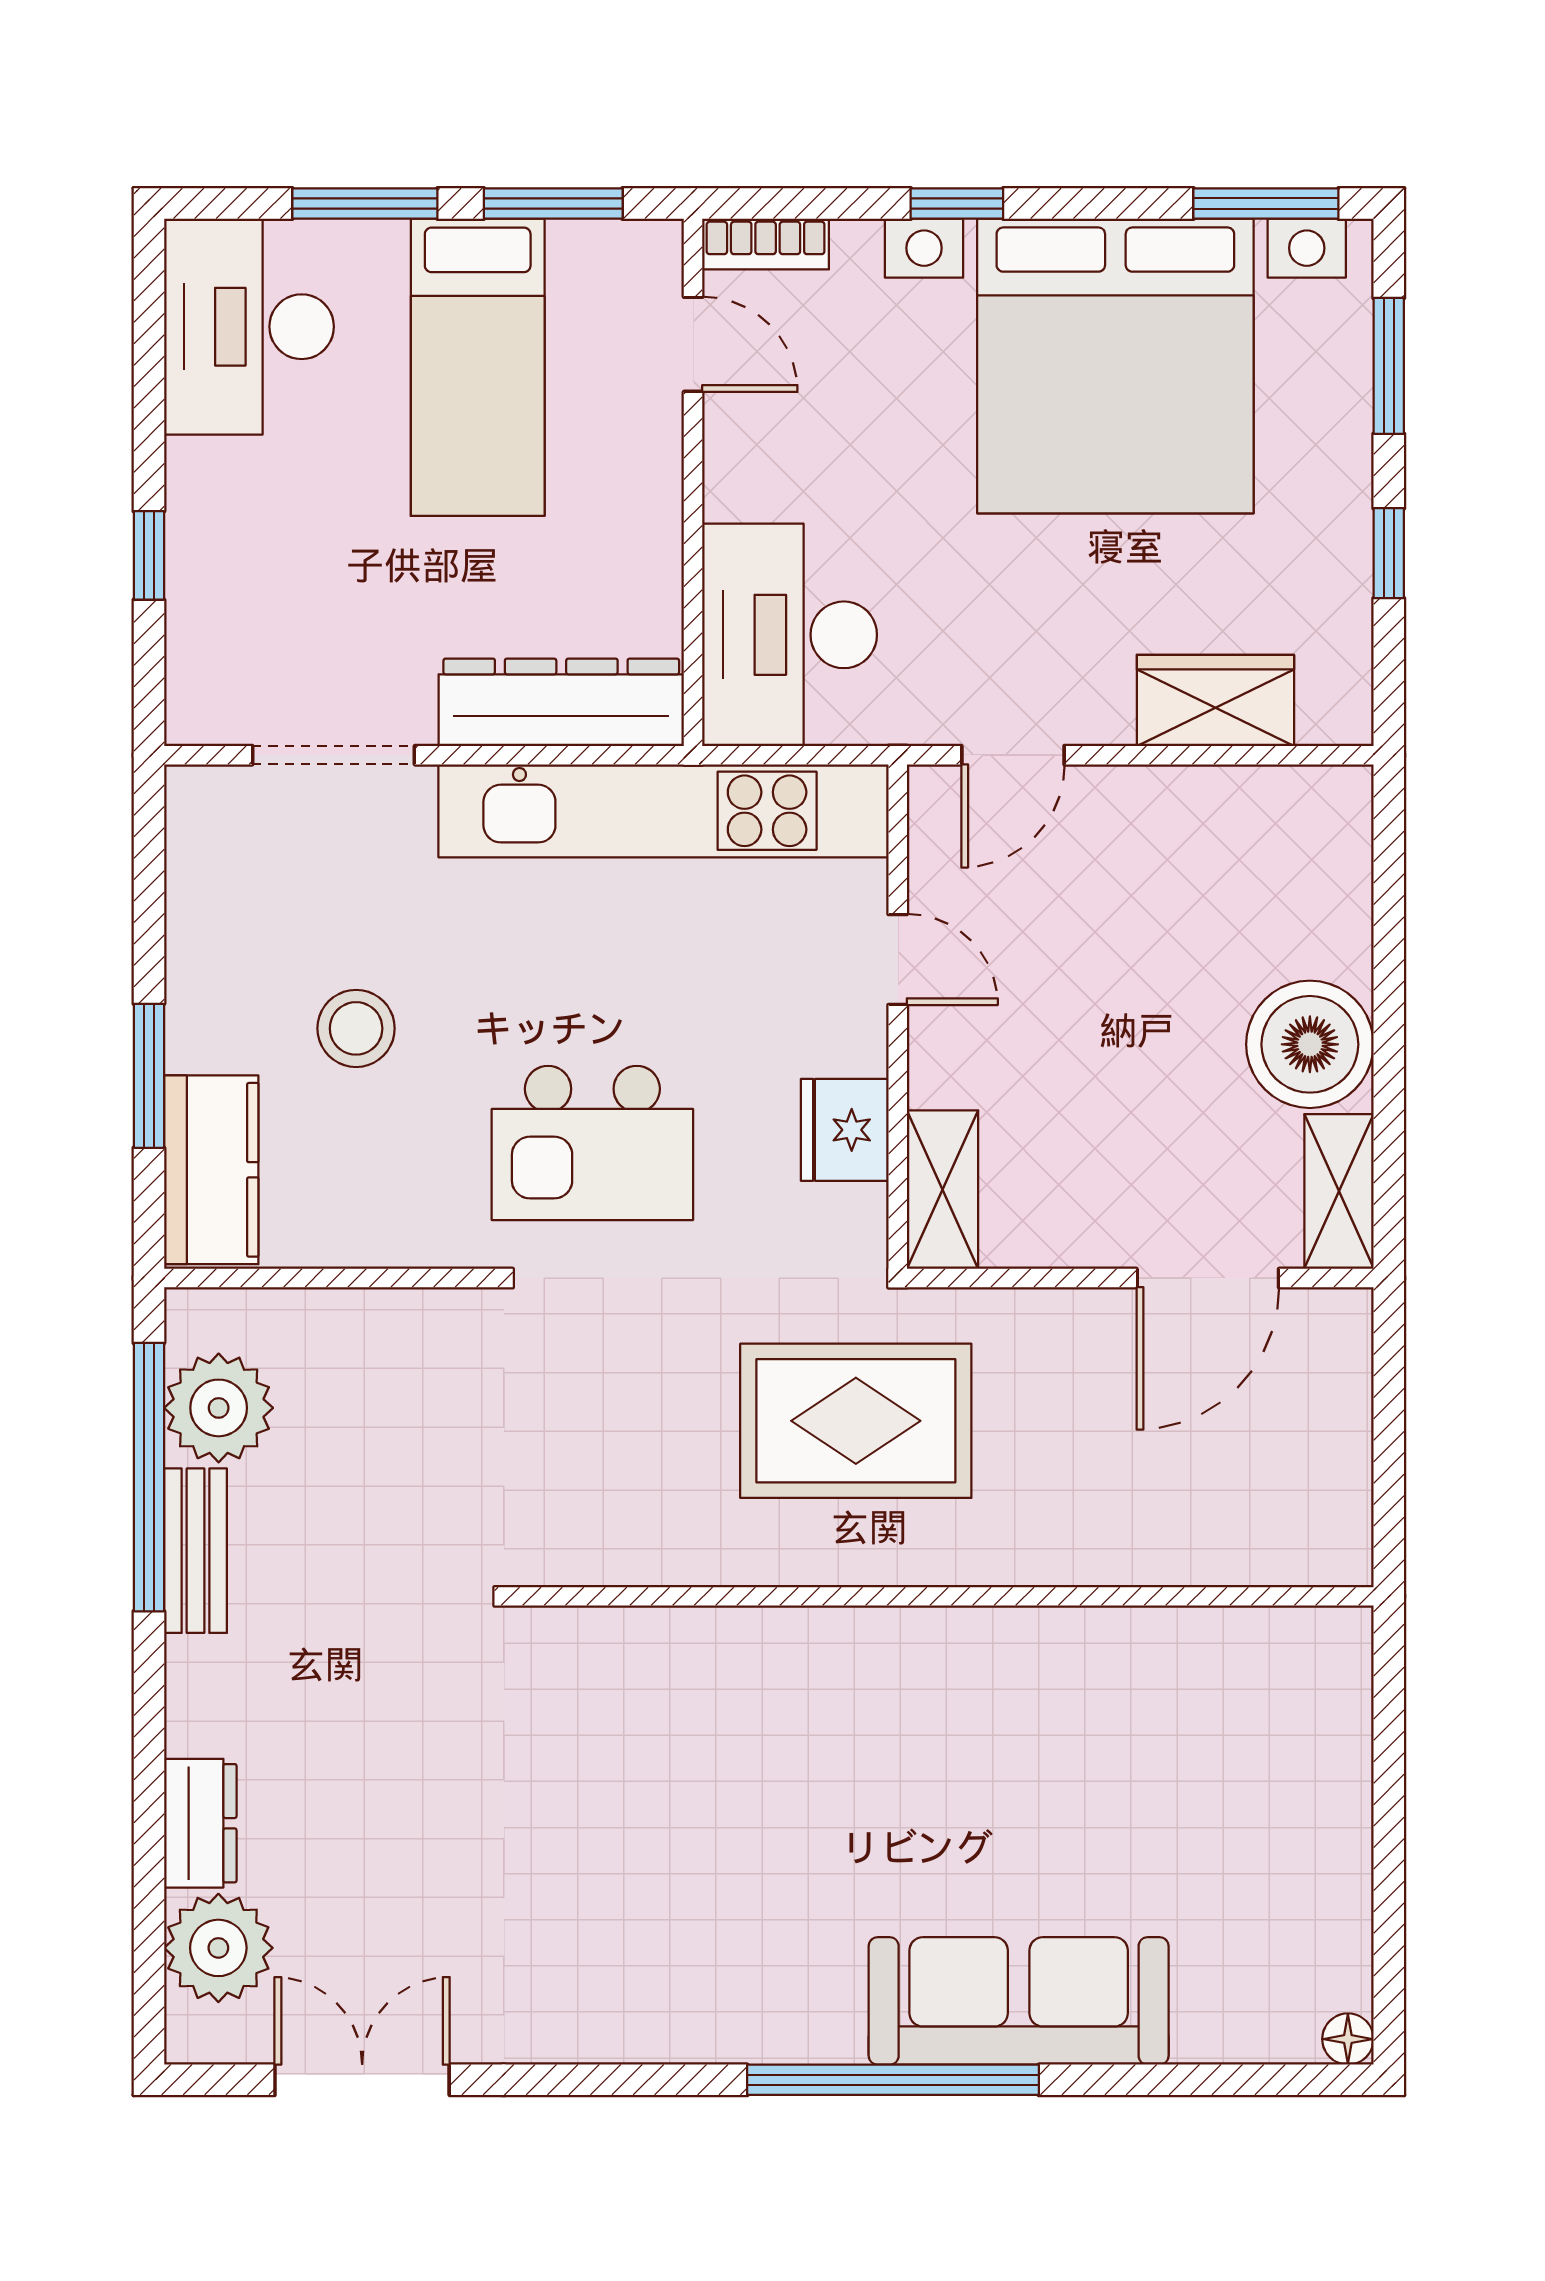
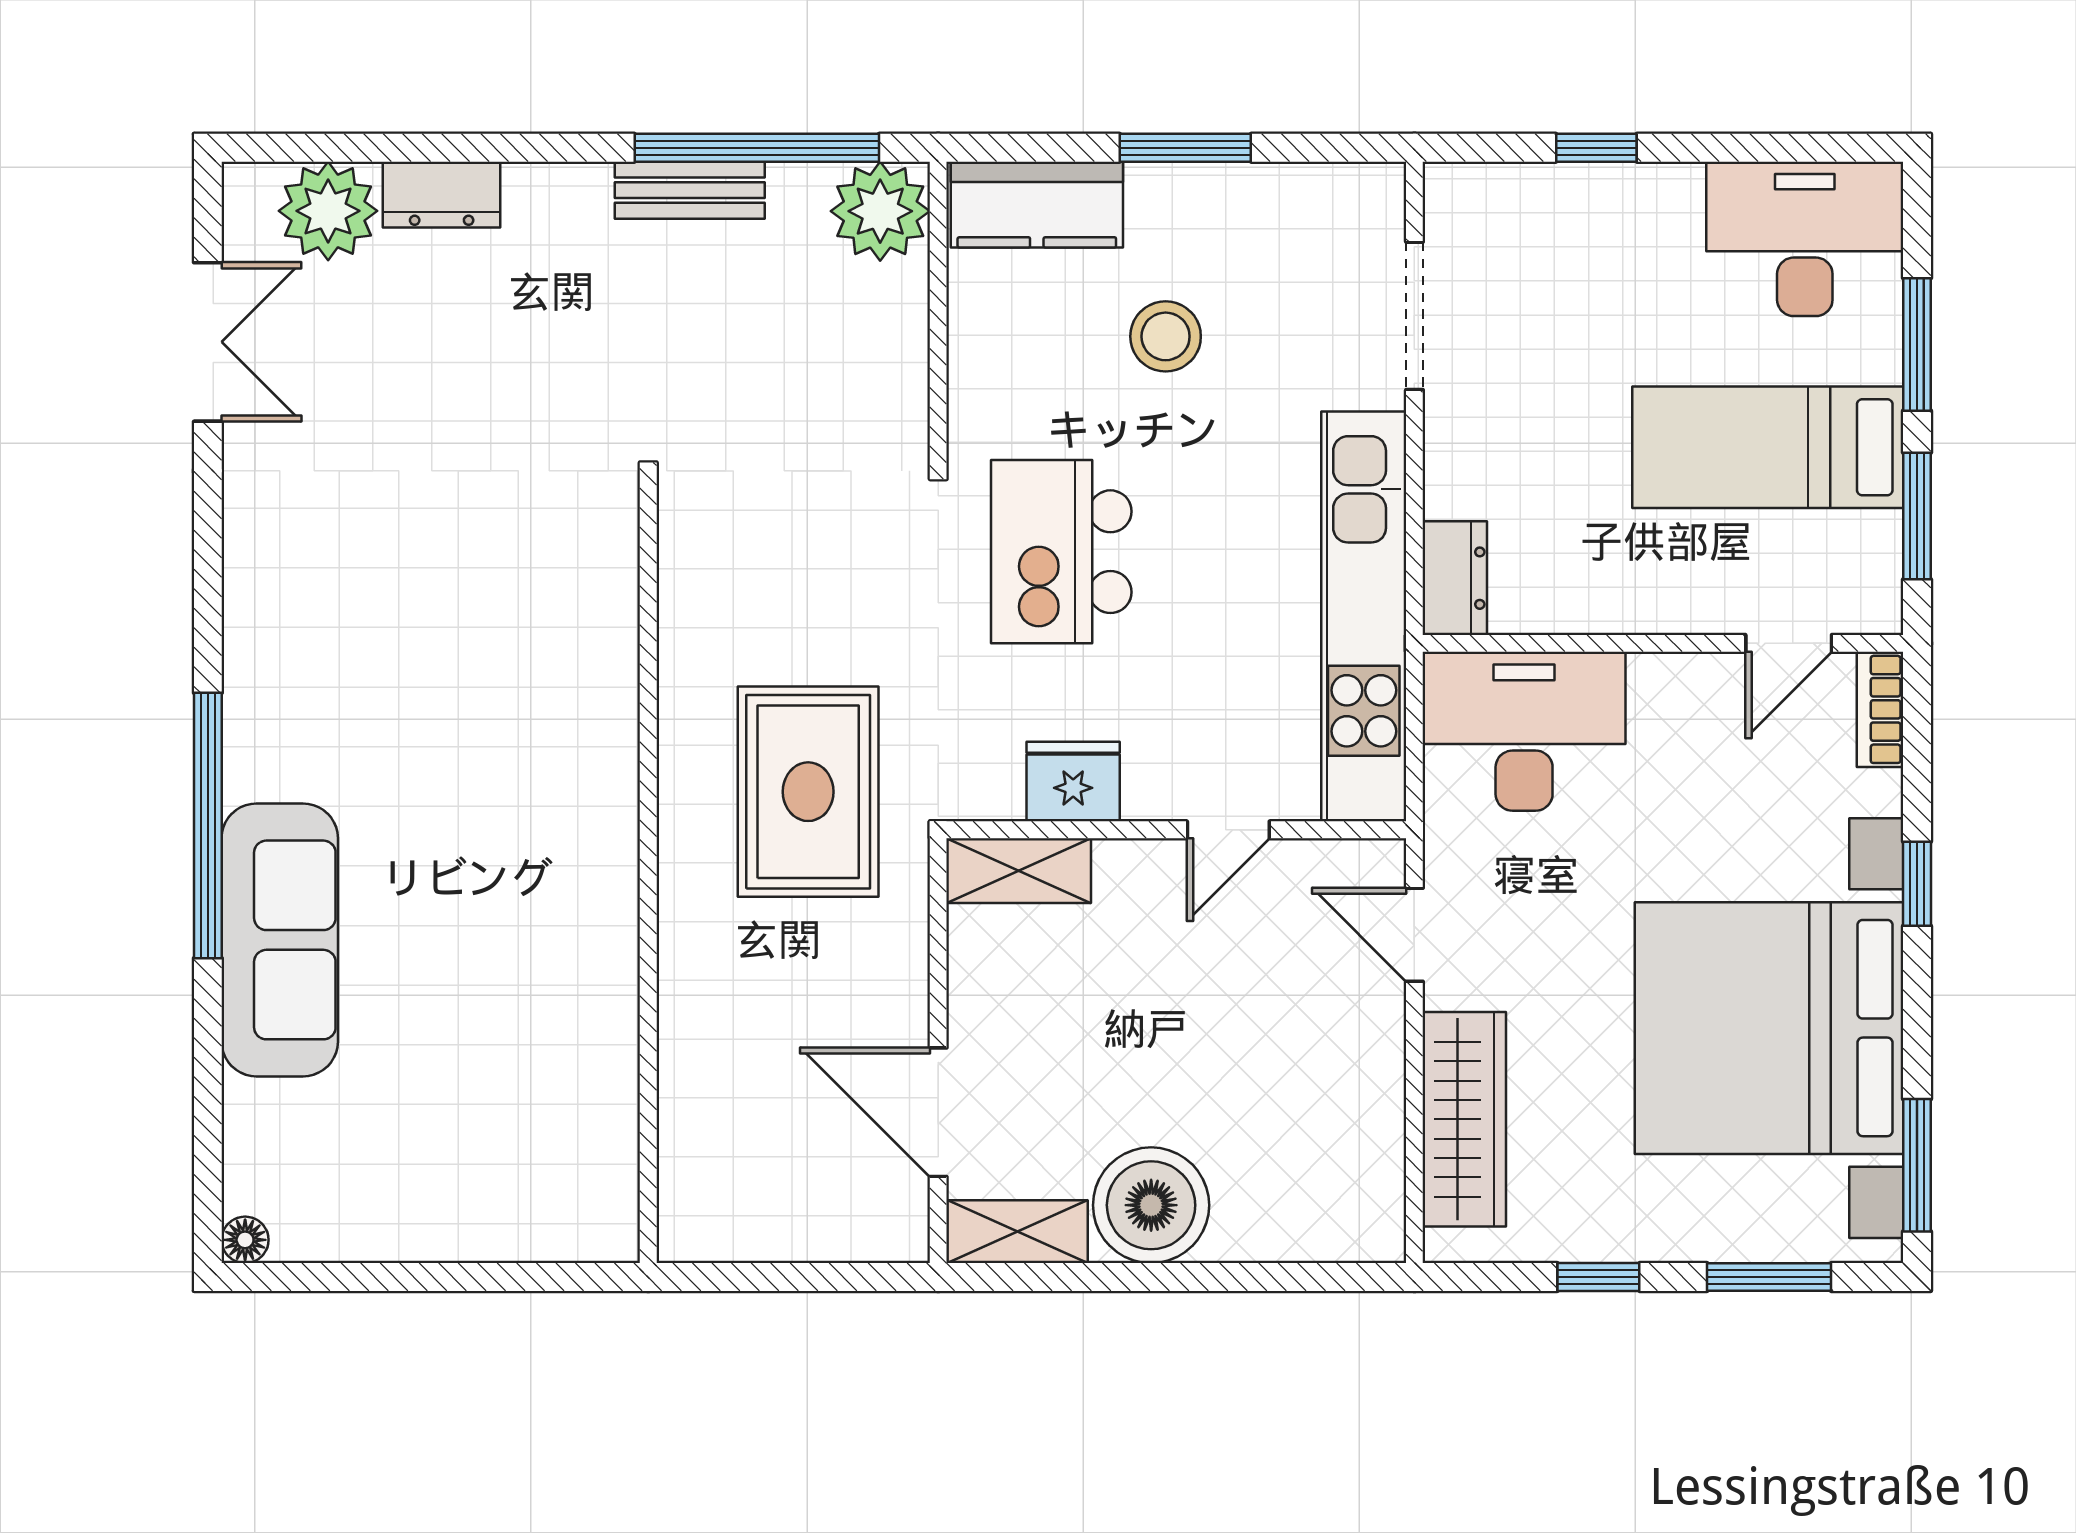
wardrobe: (1215, 700) -> (1464, 1119), width x1.50
dresser: (561, 702) -> (1455, 578), width x0.51, depth x0.80
window: (149, 1076) -> (1185, 148), moved
plant: (219, 1408) -> (880, 211), moved

